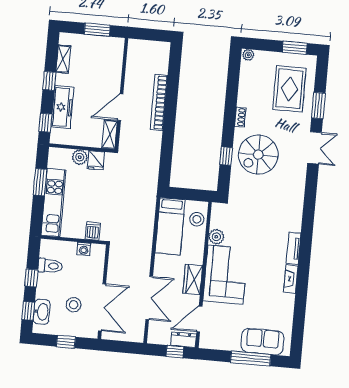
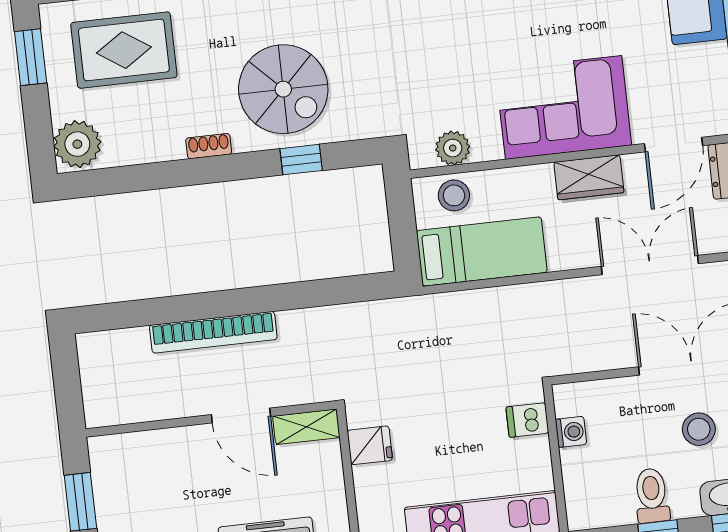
plant: (248, 55) -> (77, 144), width x1.88, depth x1.88
plant: (80, 157) -> (370, 483), removed
plant: (216, 237) -> (453, 148), moved
toilet: (50, 266) -> (652, 495), moved
door: (199, 319) -> (673, 145), hinge flipped

